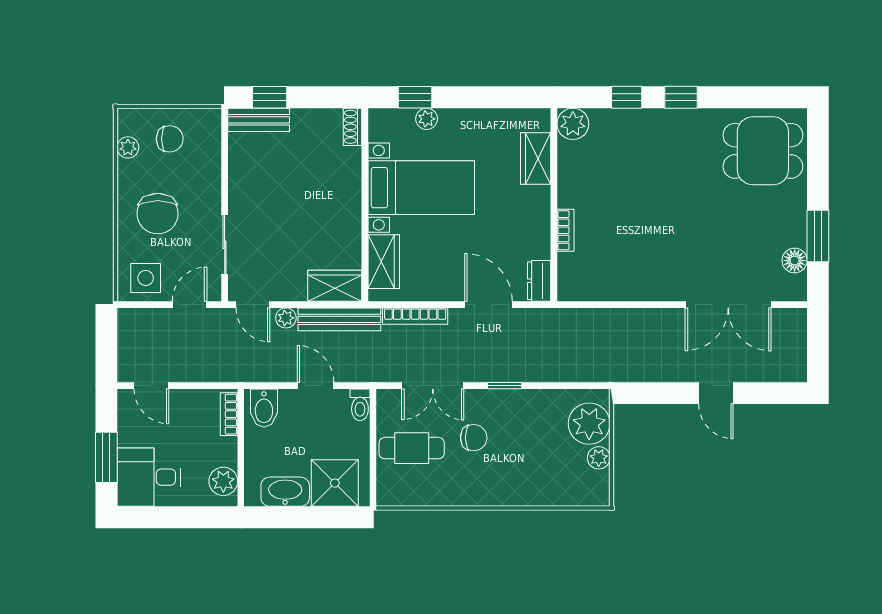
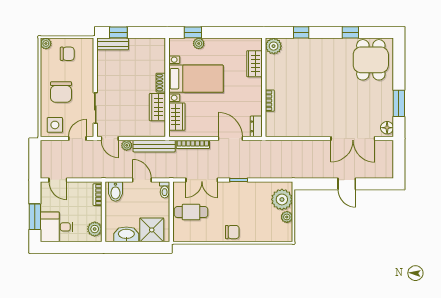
window: (681, 97) -> (350, 32), moved
shoe rack: (353, 127) -> (161, 83), moved
plant: (128, 147) -> (46, 43), moved
dining table: (763, 151) -> (371, 60), turned 90
floor lamp: (795, 261) -> (387, 128), moved
wardrobe: (335, 286) -> (157, 107), moved, turned -90
chair: (474, 438) -> (232, 232), moved

